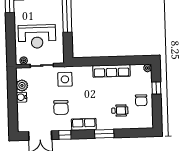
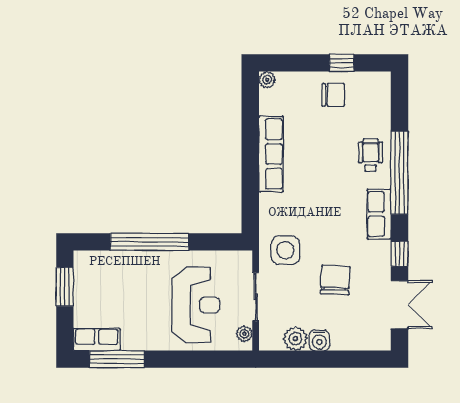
window: (156, 88) -> (342, 63), moved
chair: (61, 108) -> (335, 280), moved, turned -87
wheelchair: (120, 111) -> (371, 155), moved
window: (104, 134) -> (400, 173), width x2.11

